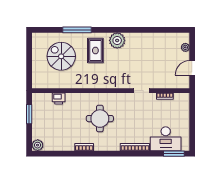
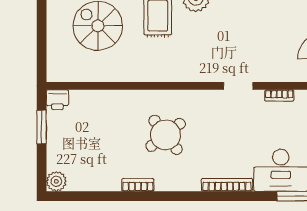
printer: (59, 98) -> (57, 100), moved
round table: (100, 119) -> (166, 135), turned -38

